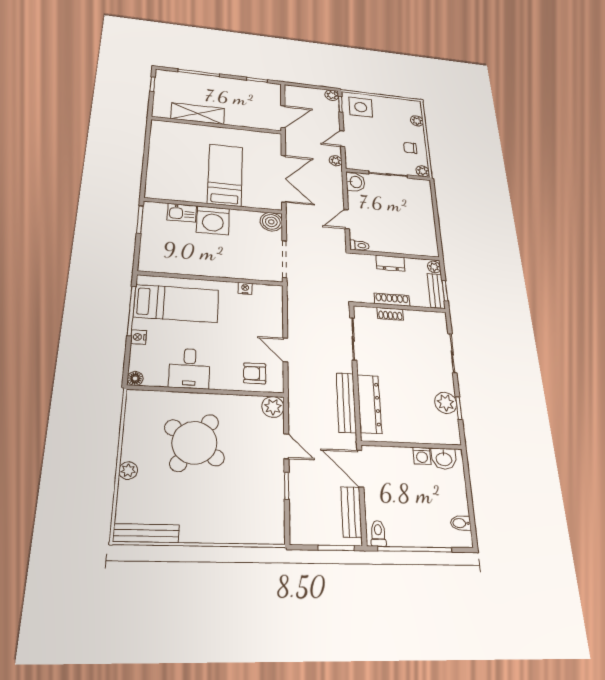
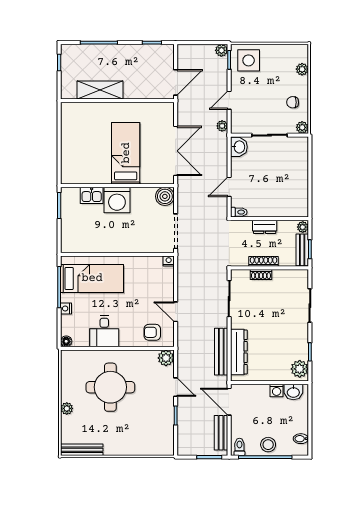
nightstand: (245, 288) -> (169, 261), moved
plant: (446, 403) -> (300, 369), moved
round table: (194, 443) -> (110, 387), turned -34
stool: (417, 531) -> (268, 445), added

